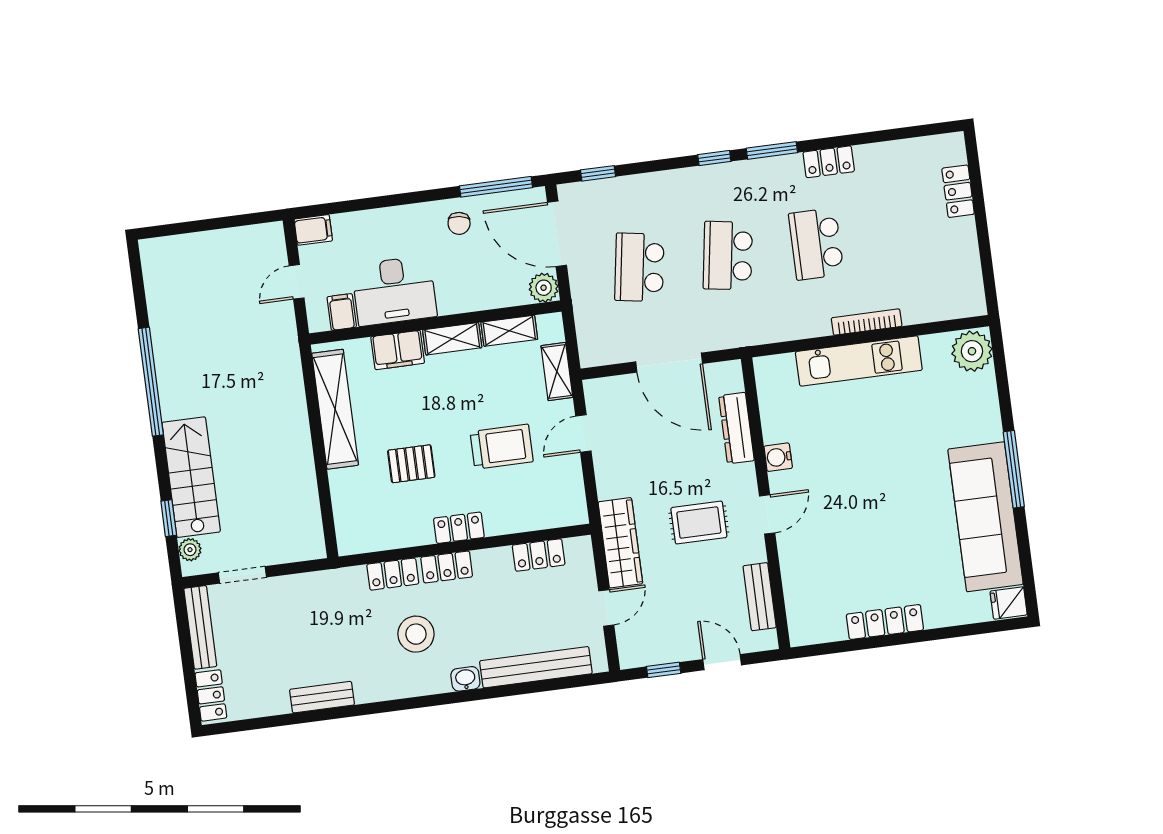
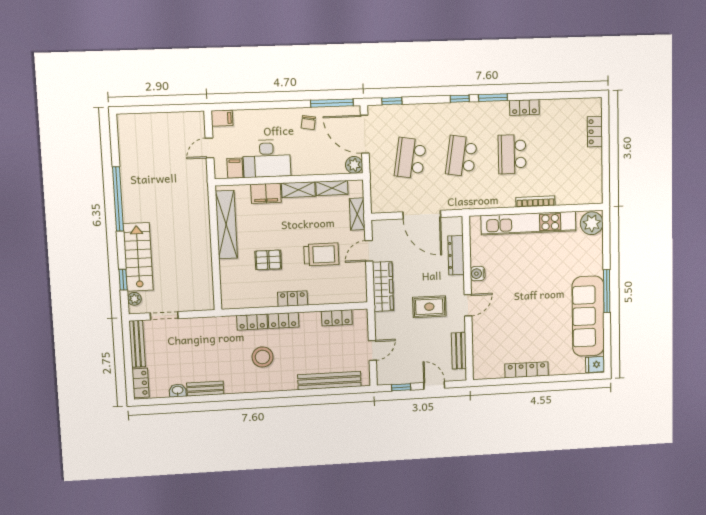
kitchen unit: (859, 361) -> (529, 223), width x1.36
wardrobe: (620, 543) -> (383, 287), moved
washbasin: (465, 679) -> (178, 390), moved

